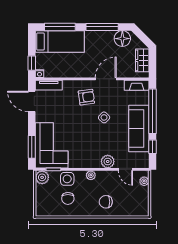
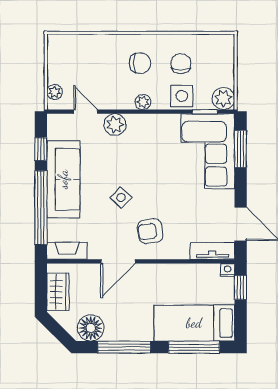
chair: (106, 202) -> (140, 63), moved

